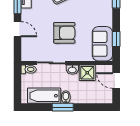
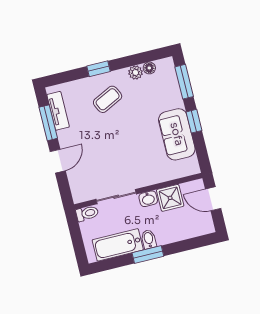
door: (17, 29) -> (58, 161), hinge flipped
armchair: (64, 33) -> (124, 150), removed
window: (116, 39) -> (194, 121), moved
sofa: (102, 44) -> (177, 134), moved

